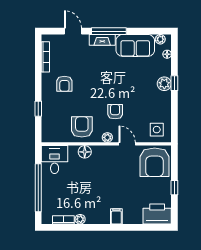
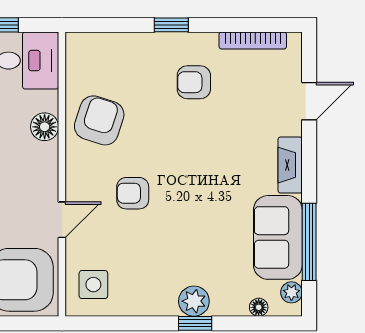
window: (109, 31) -> (309, 242), moved
window: (38, 109) -> (171, 25), moved
armchair: (115, 112) -> (133, 193), turned 180
armchair: (82, 127) -> (99, 120), turned -72
plant: (107, 137) -> (76, 176), removed

